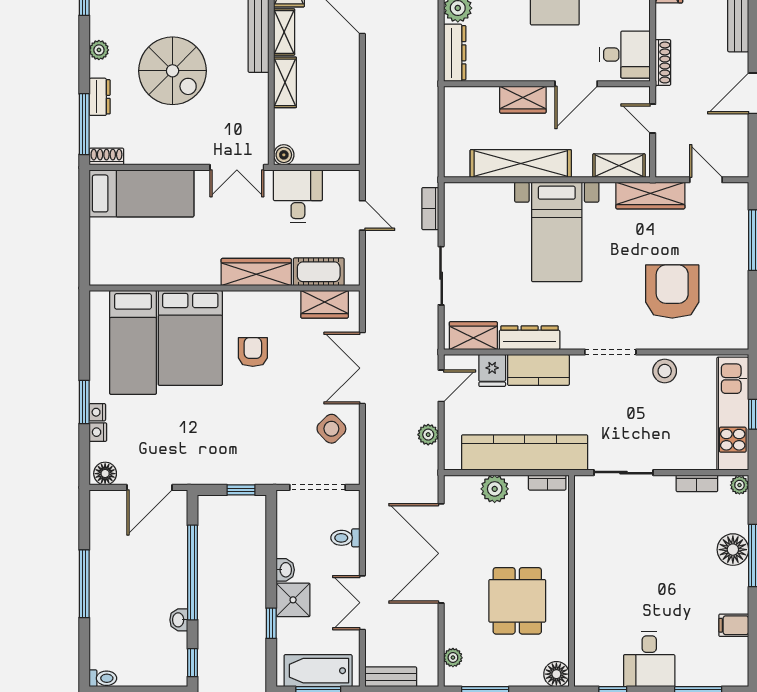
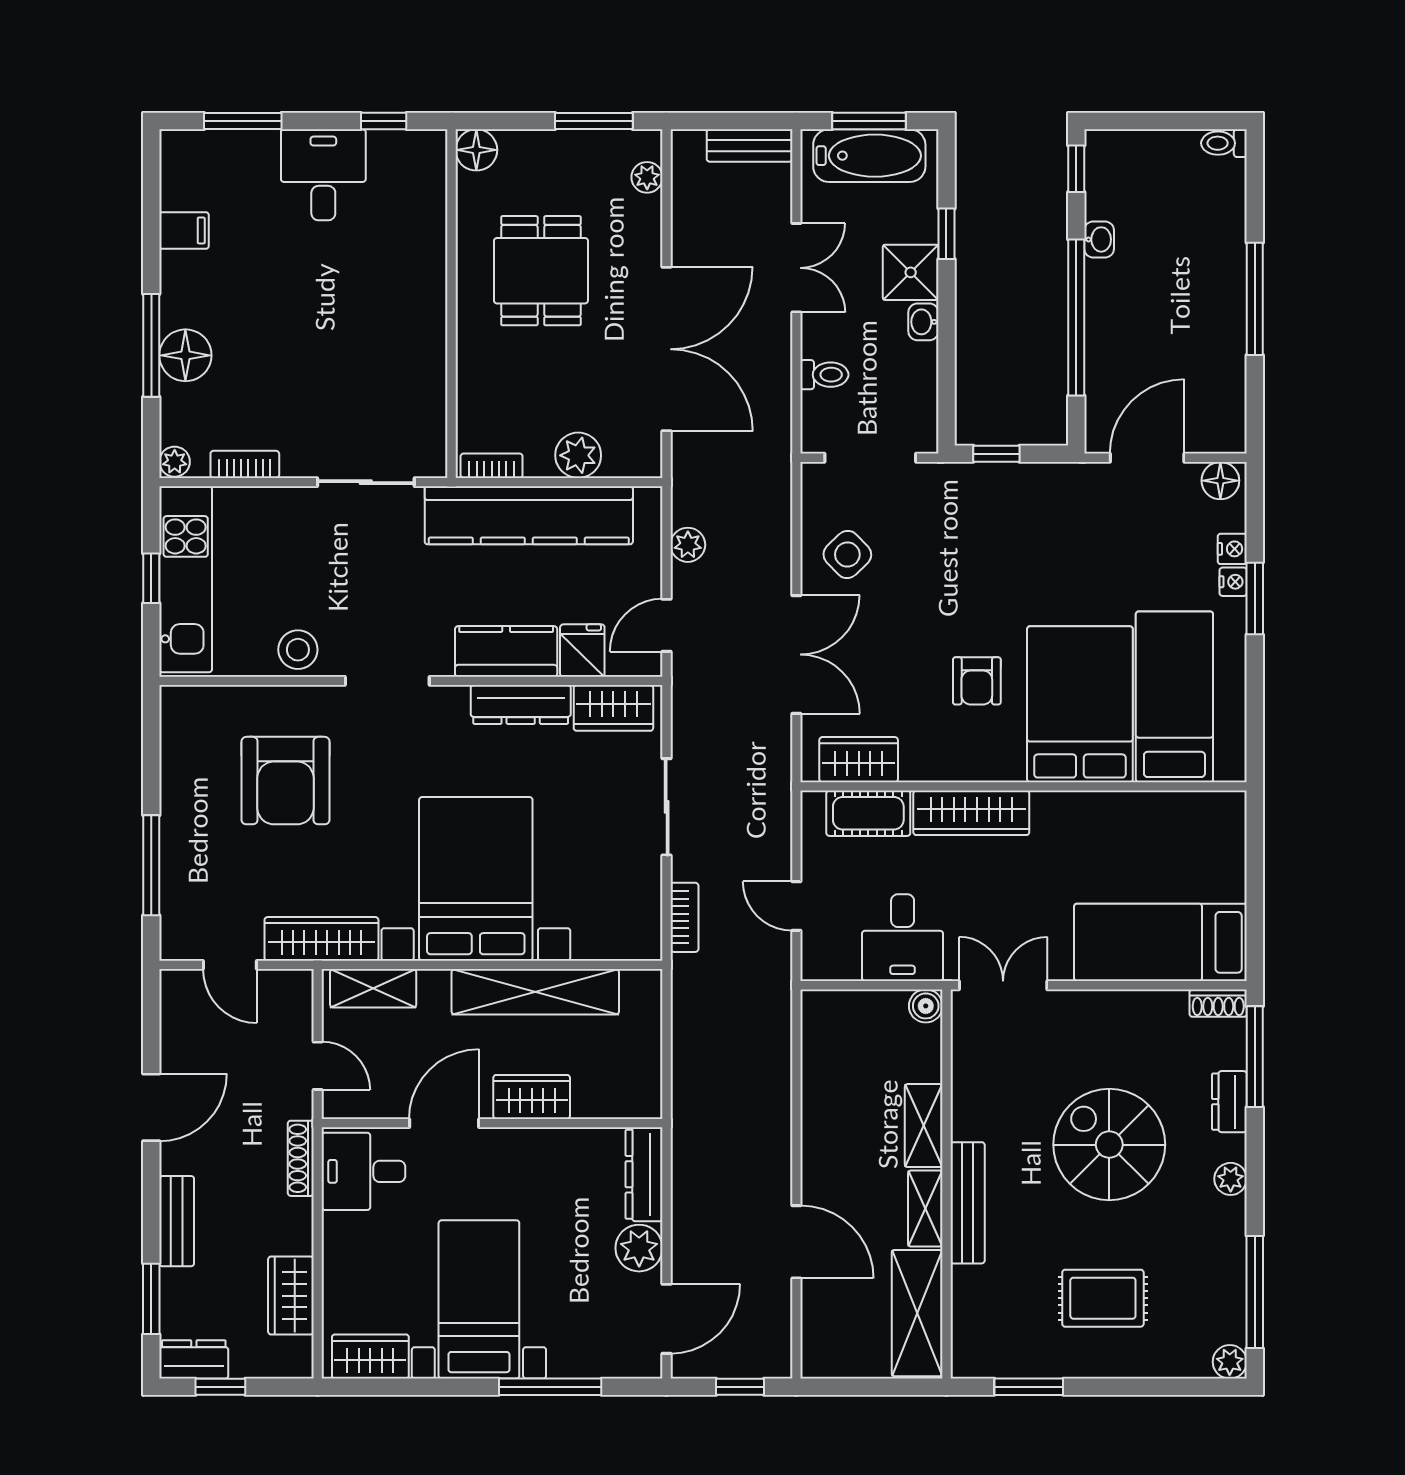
bed with nightstands: (557, 232) -> (476, 879), width x1.36

